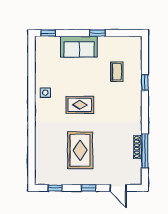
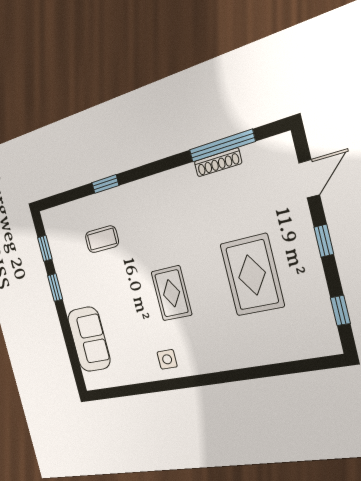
window: (48, 33) -> (45, 248), moved
sofa: (79, 47) -> (89, 339), moved
rug: (80, 150) -> (252, 275), turned 90

